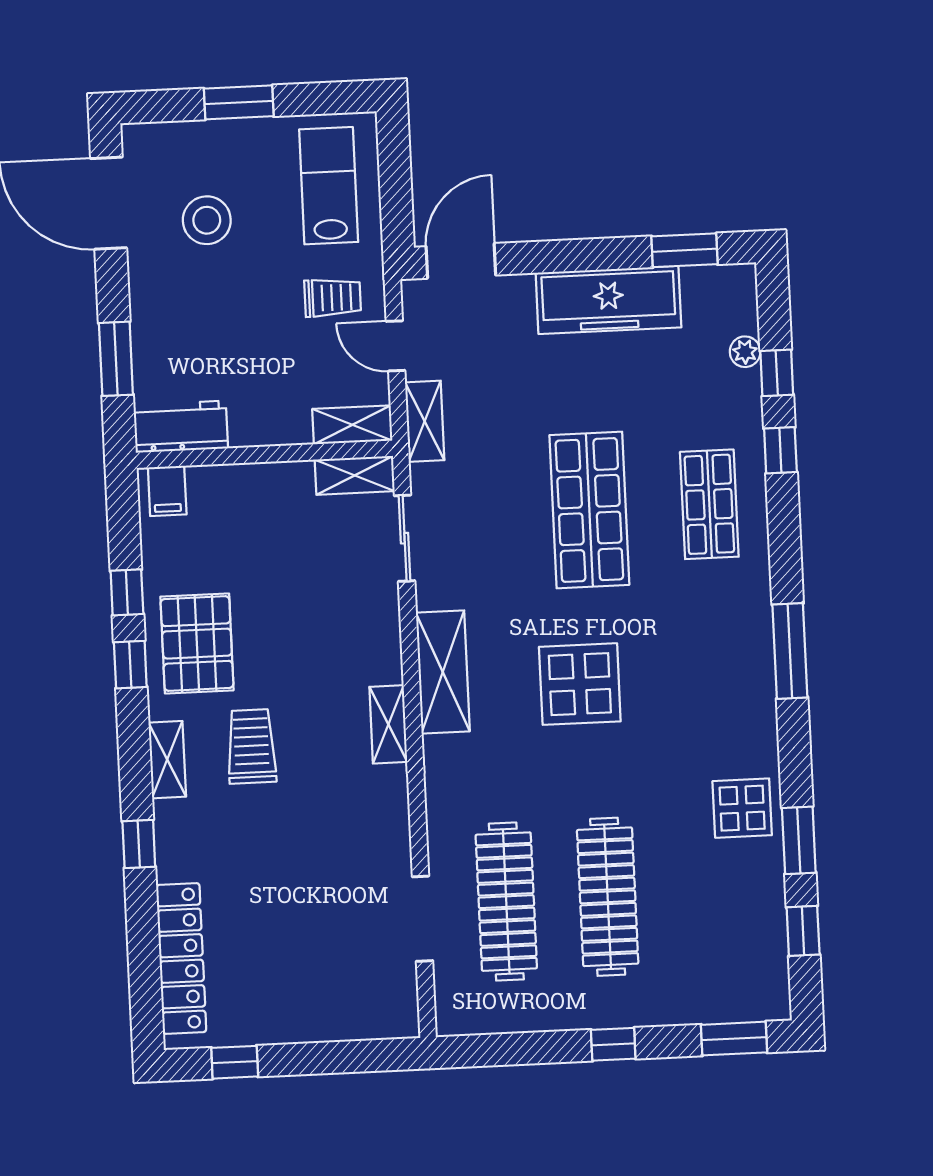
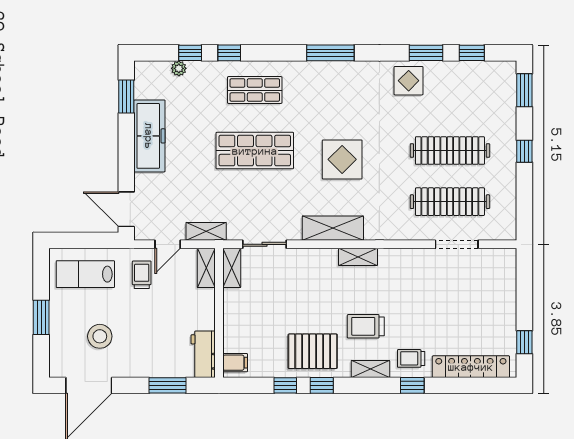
trolley: (192, 839) -> (411, 358), added

